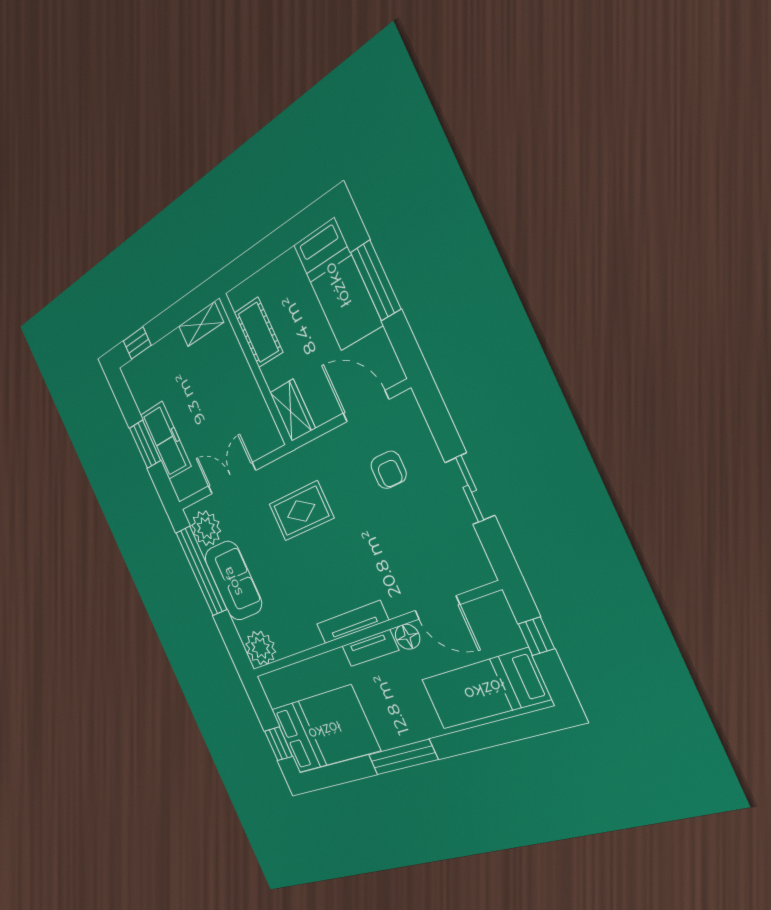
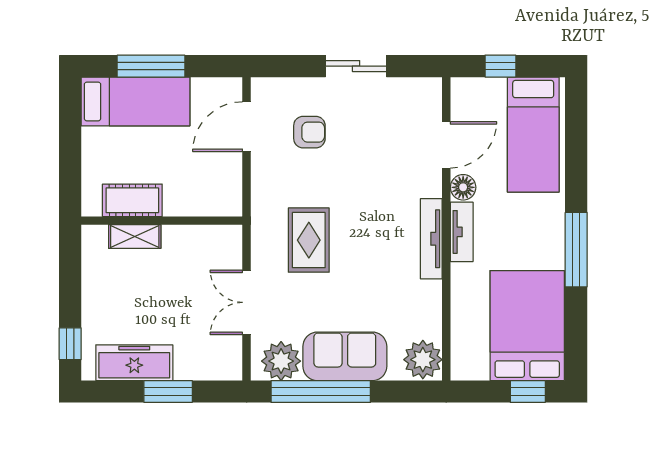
shelving: (201, 324) -> (135, 236), moved, turned 90
wardrobe: (292, 410) -> (216, 201), removed
freezer: (166, 440) -> (134, 363), moved

